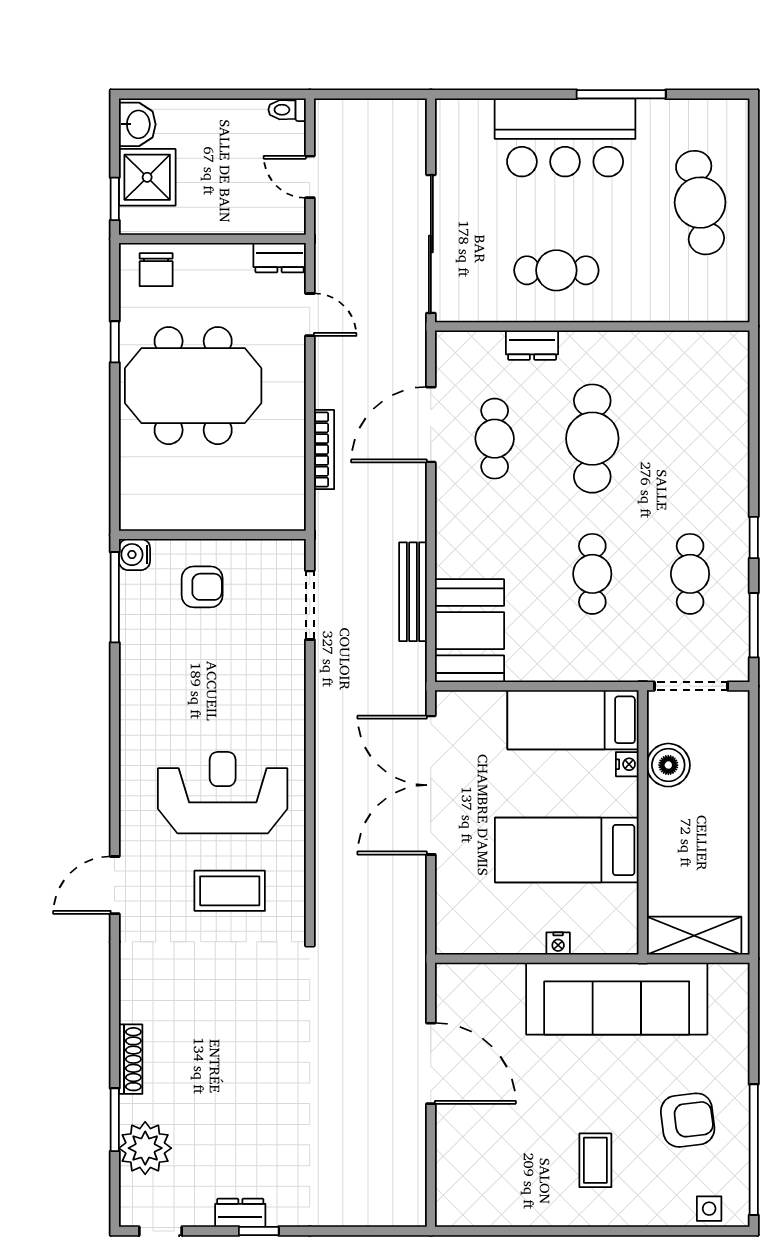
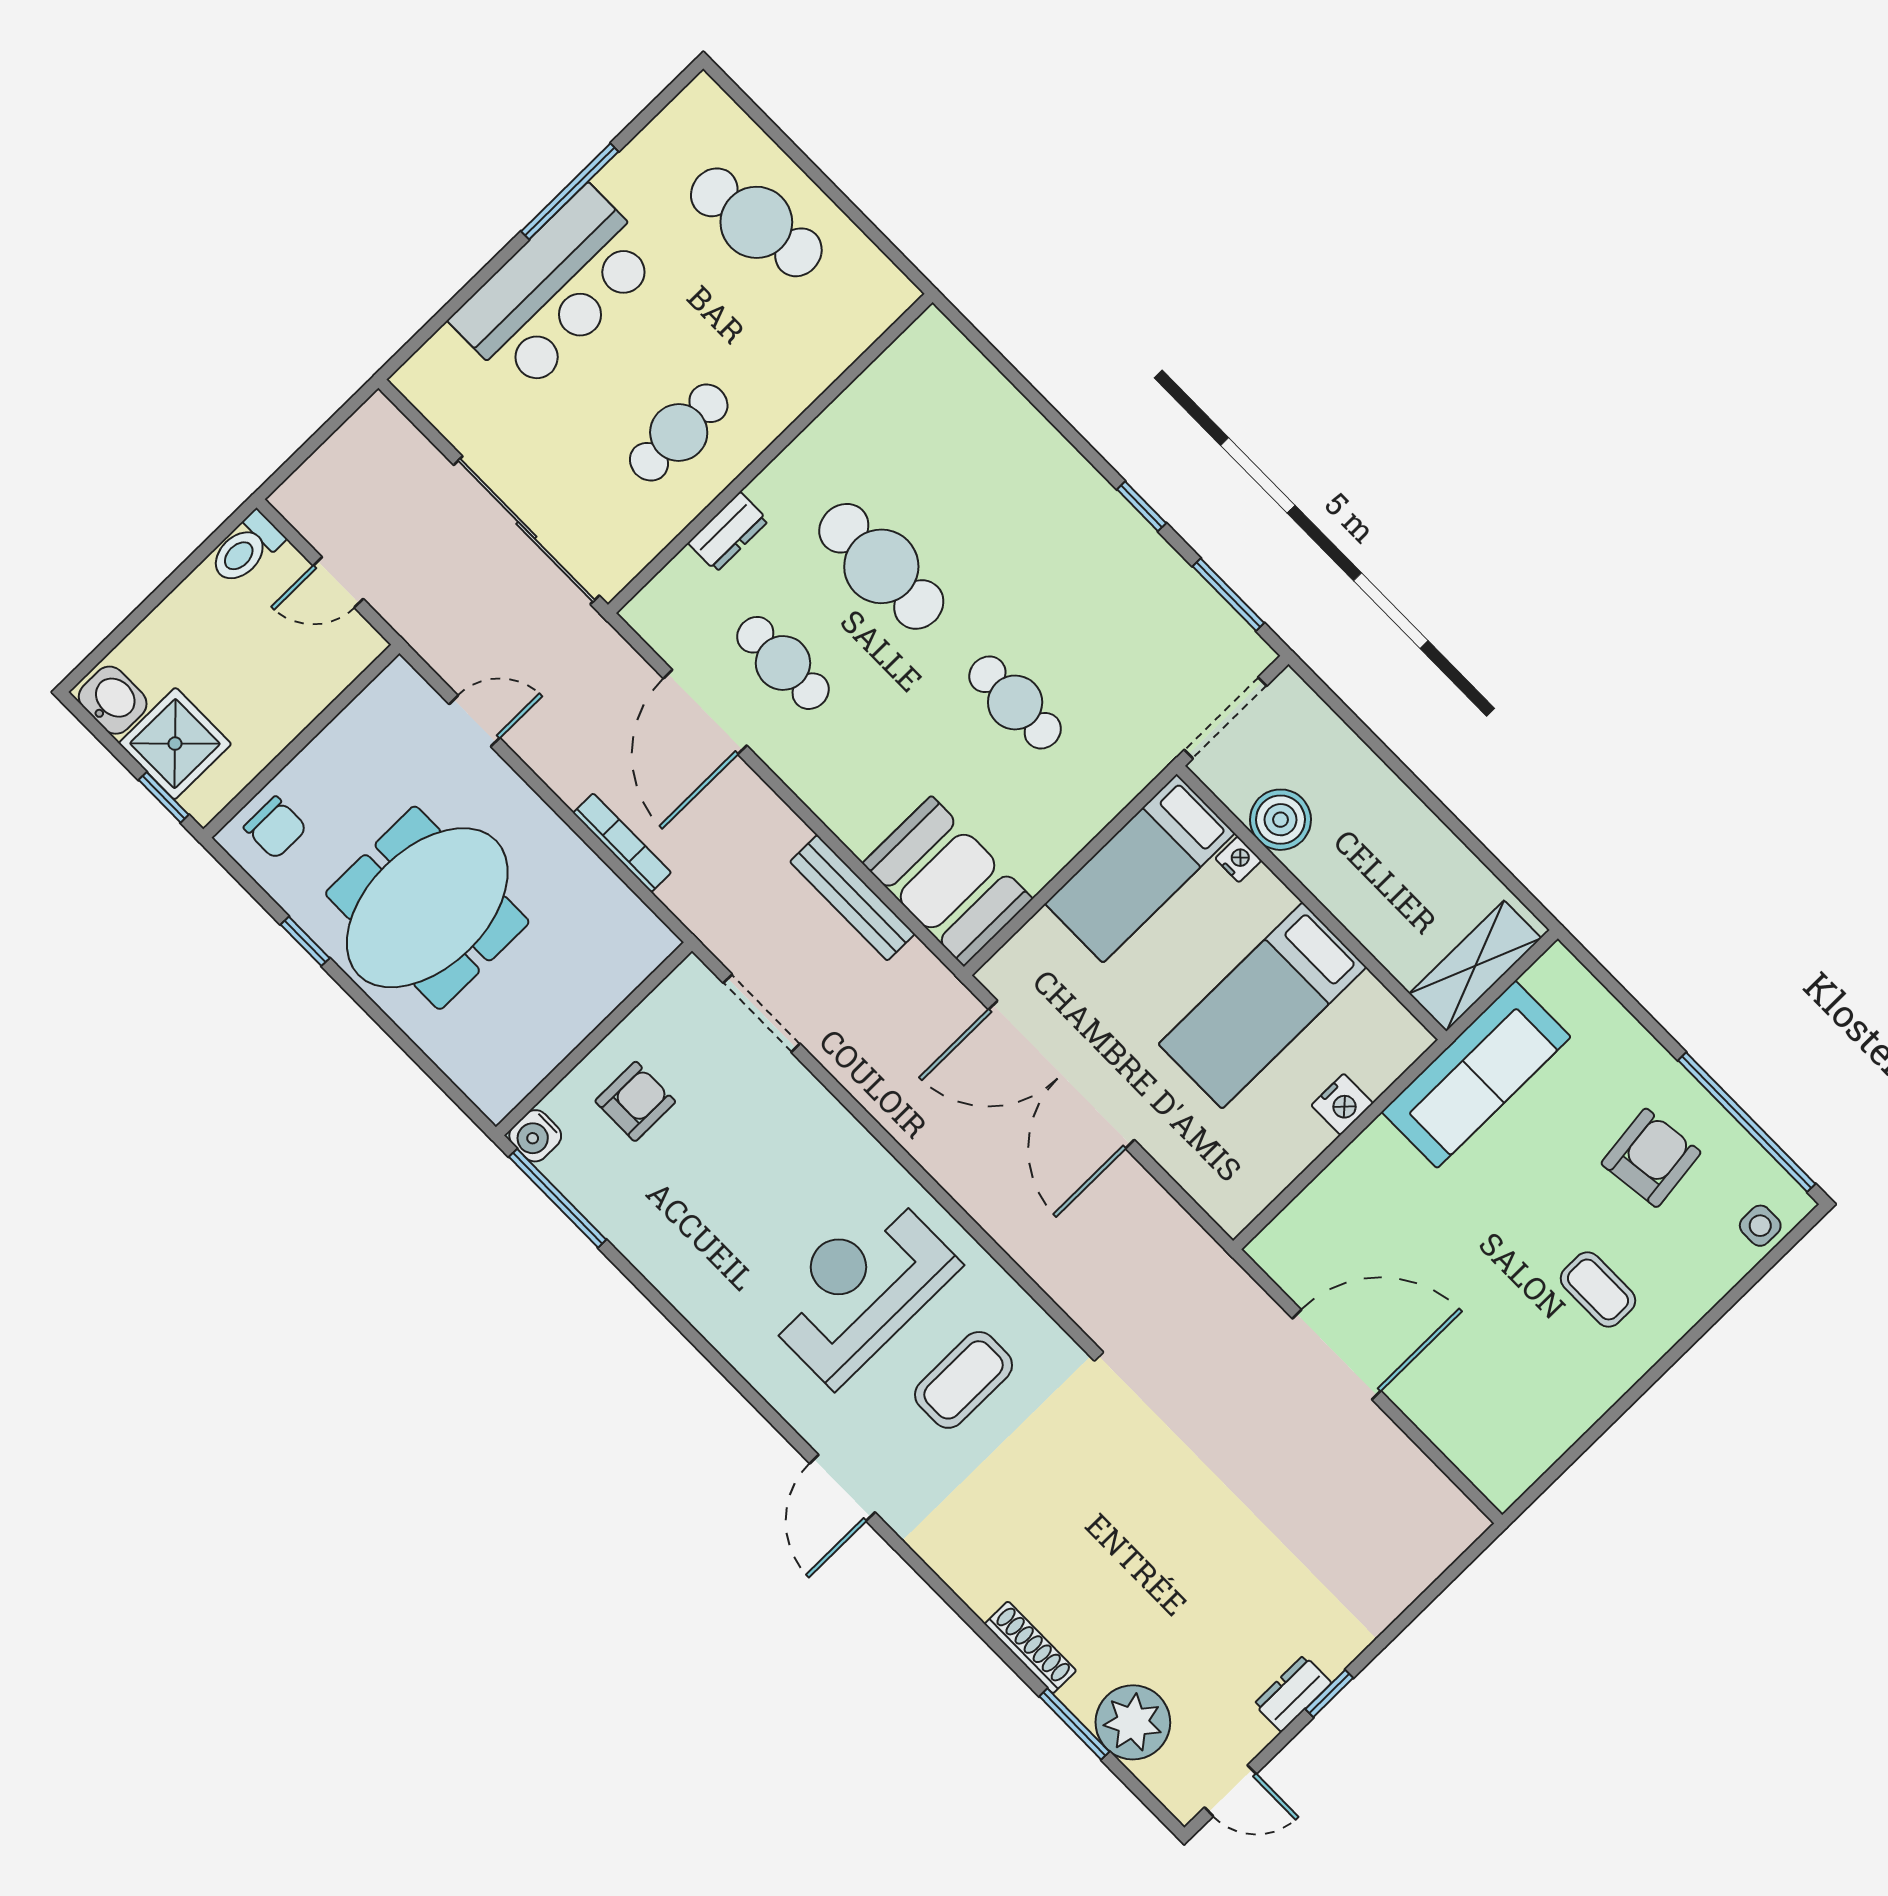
toilet: (287, 110) -> (246, 549), width x1.37, depth x1.39
dresser: (280, 258) -> (388, 694), removed
cafe table: (690, 574) -> (1113, 606), removed
nightstand: (558, 943) -> (1342, 1104), width x1.39, depth x1.35
sofa: (617, 999) -> (1476, 1074), width x0.74, depth x0.79

